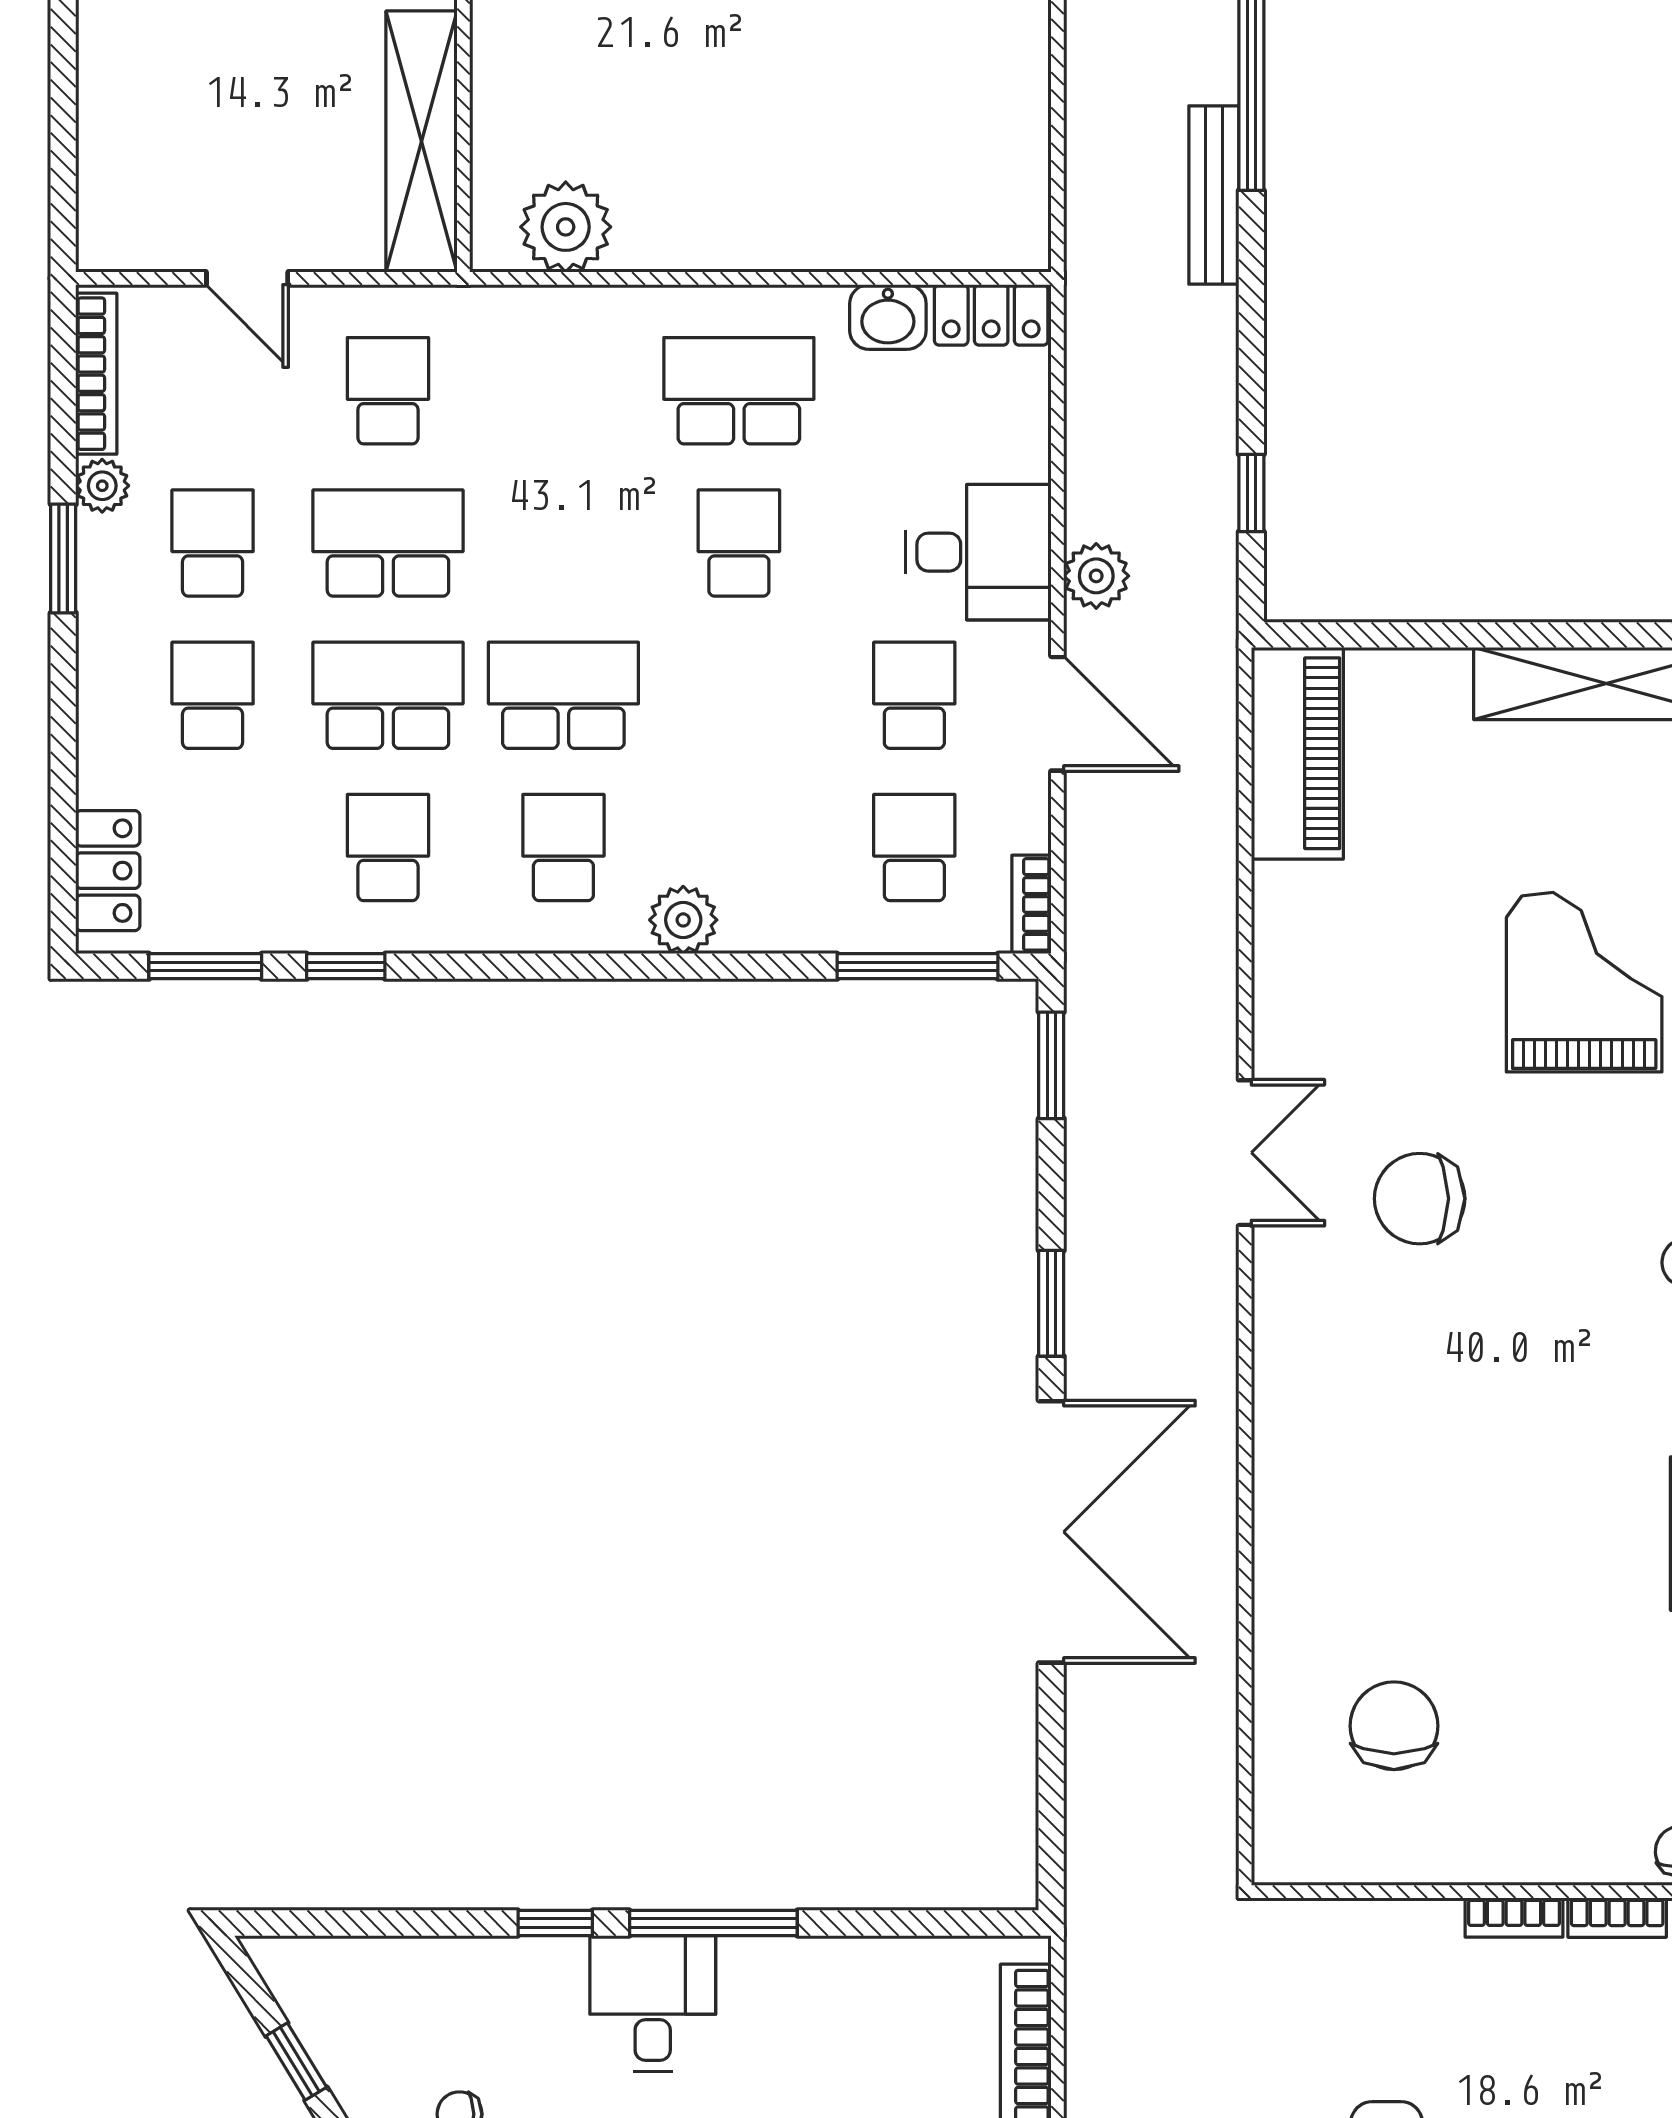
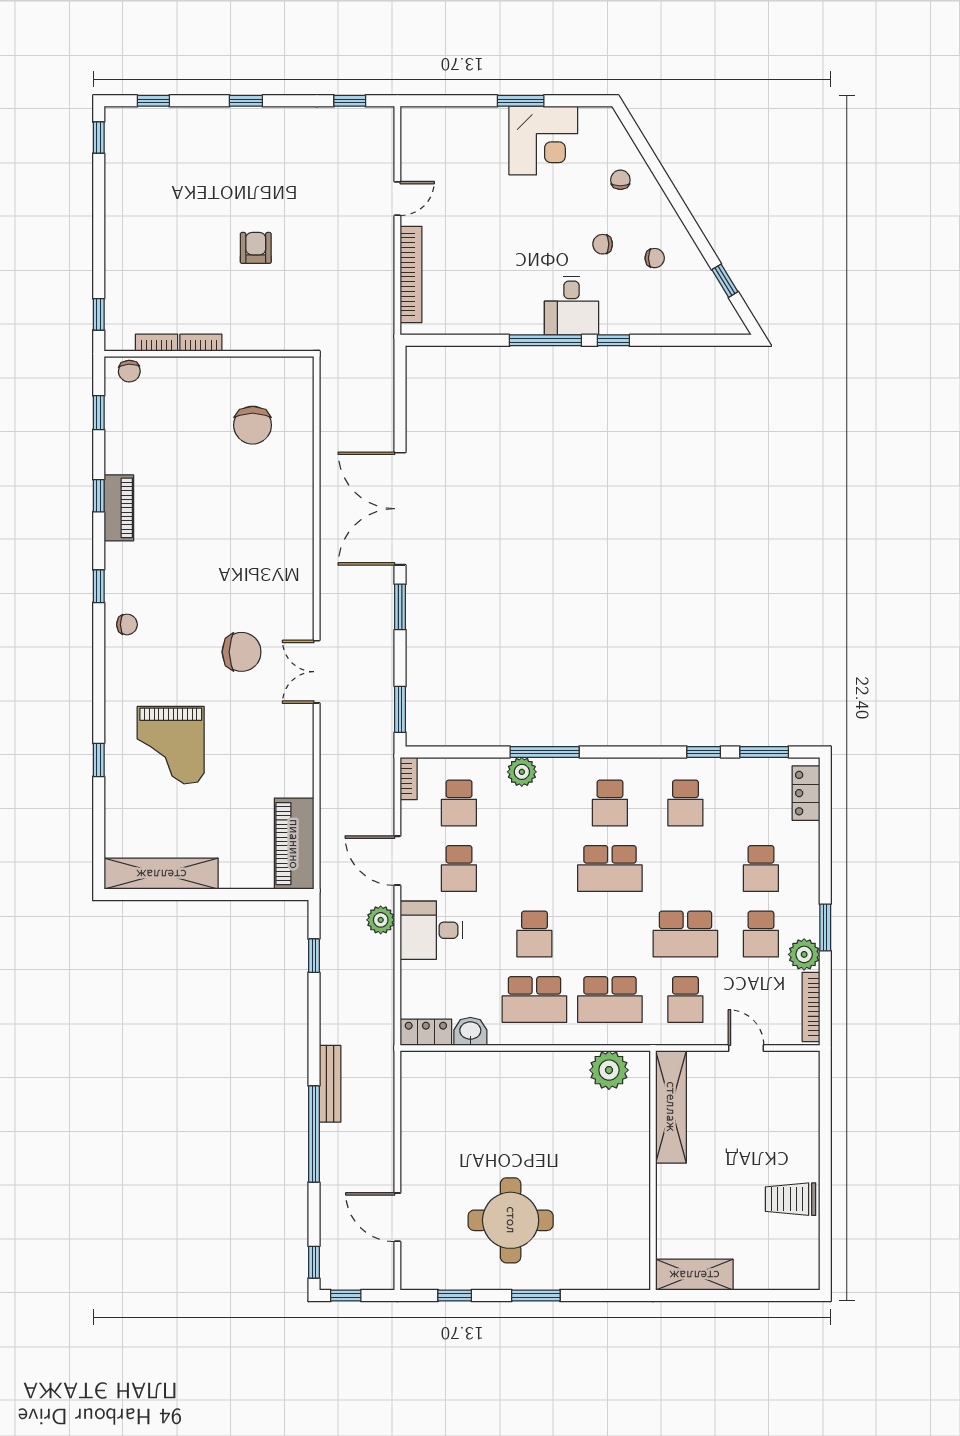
plant: (102, 486) -> (804, 954), width x1.38, depth x1.38
school desk: (388, 695) -> (610, 1000), moved
plant: (683, 920) -> (522, 772), moved
window: (917, 966) -> (545, 752), moved

